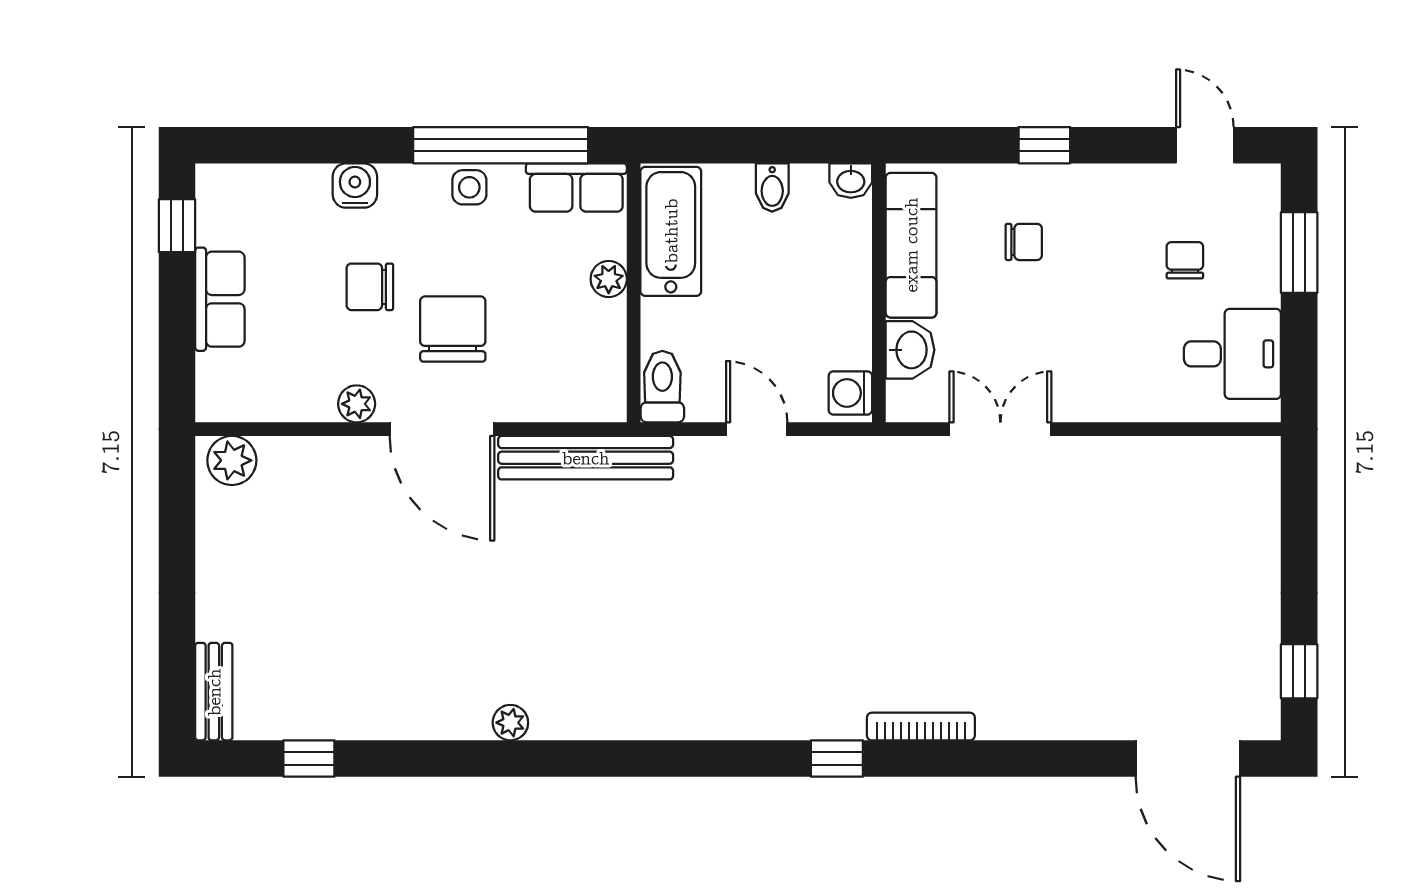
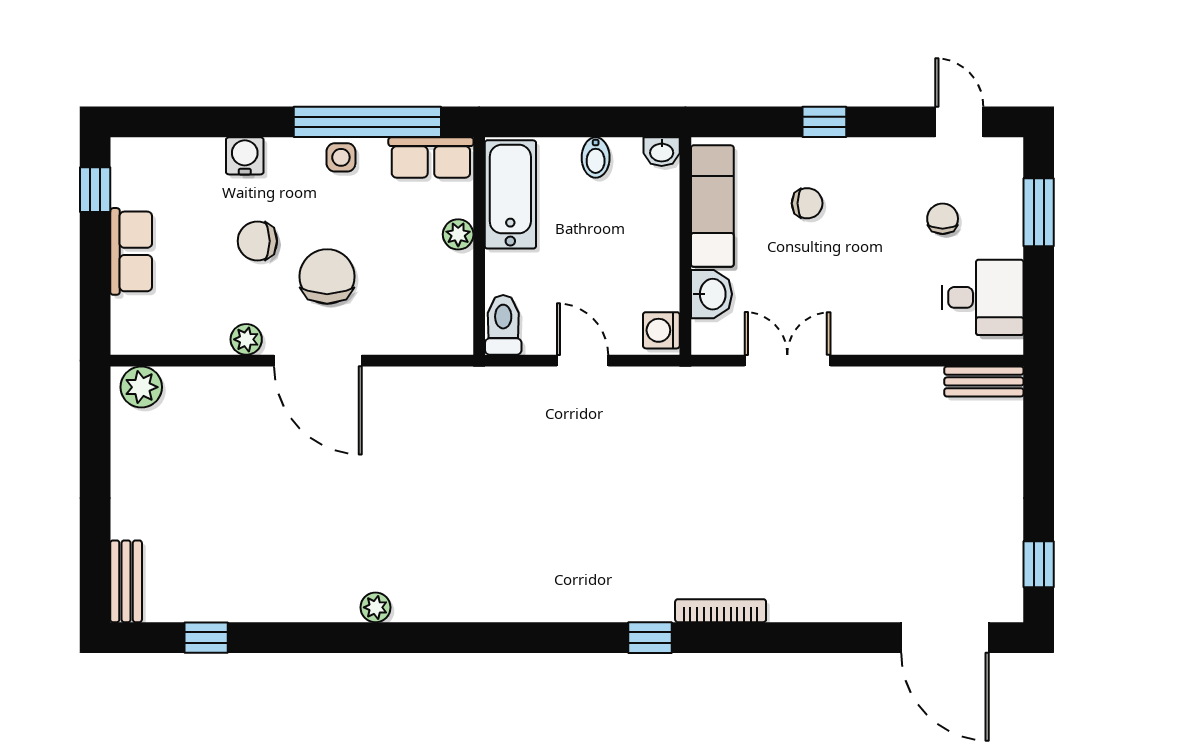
bench: (586, 458) -> (984, 381), moved, width x0.54, depth x0.82

